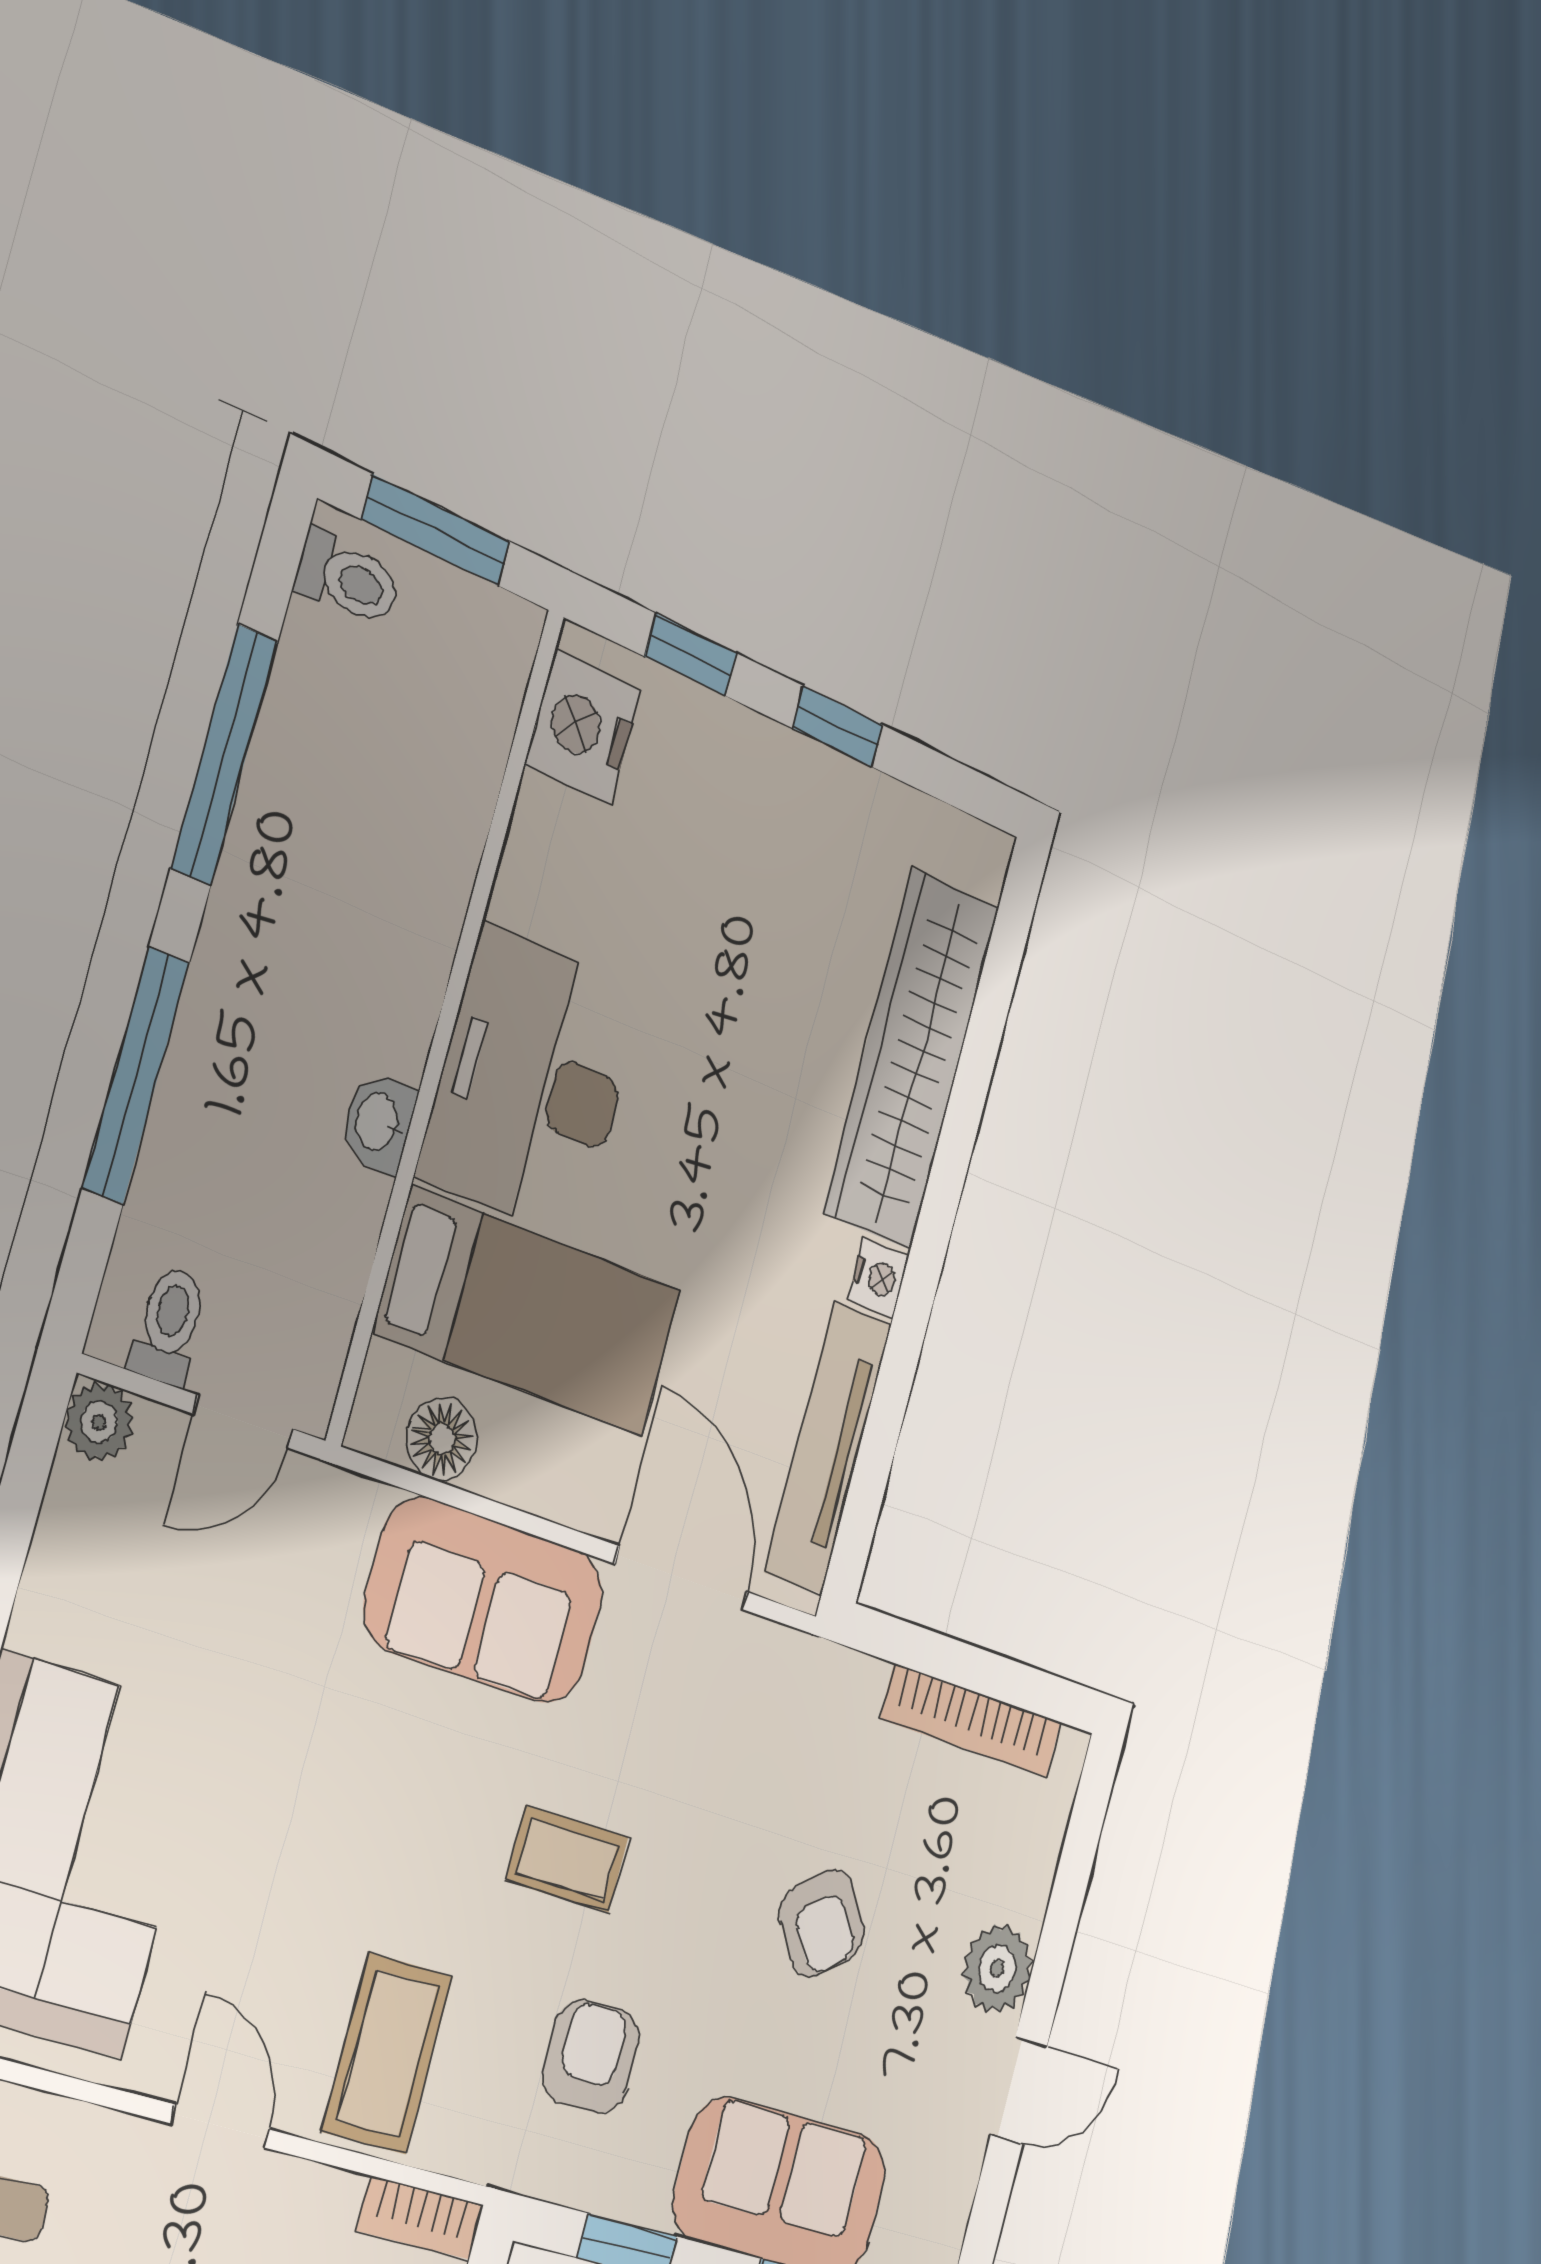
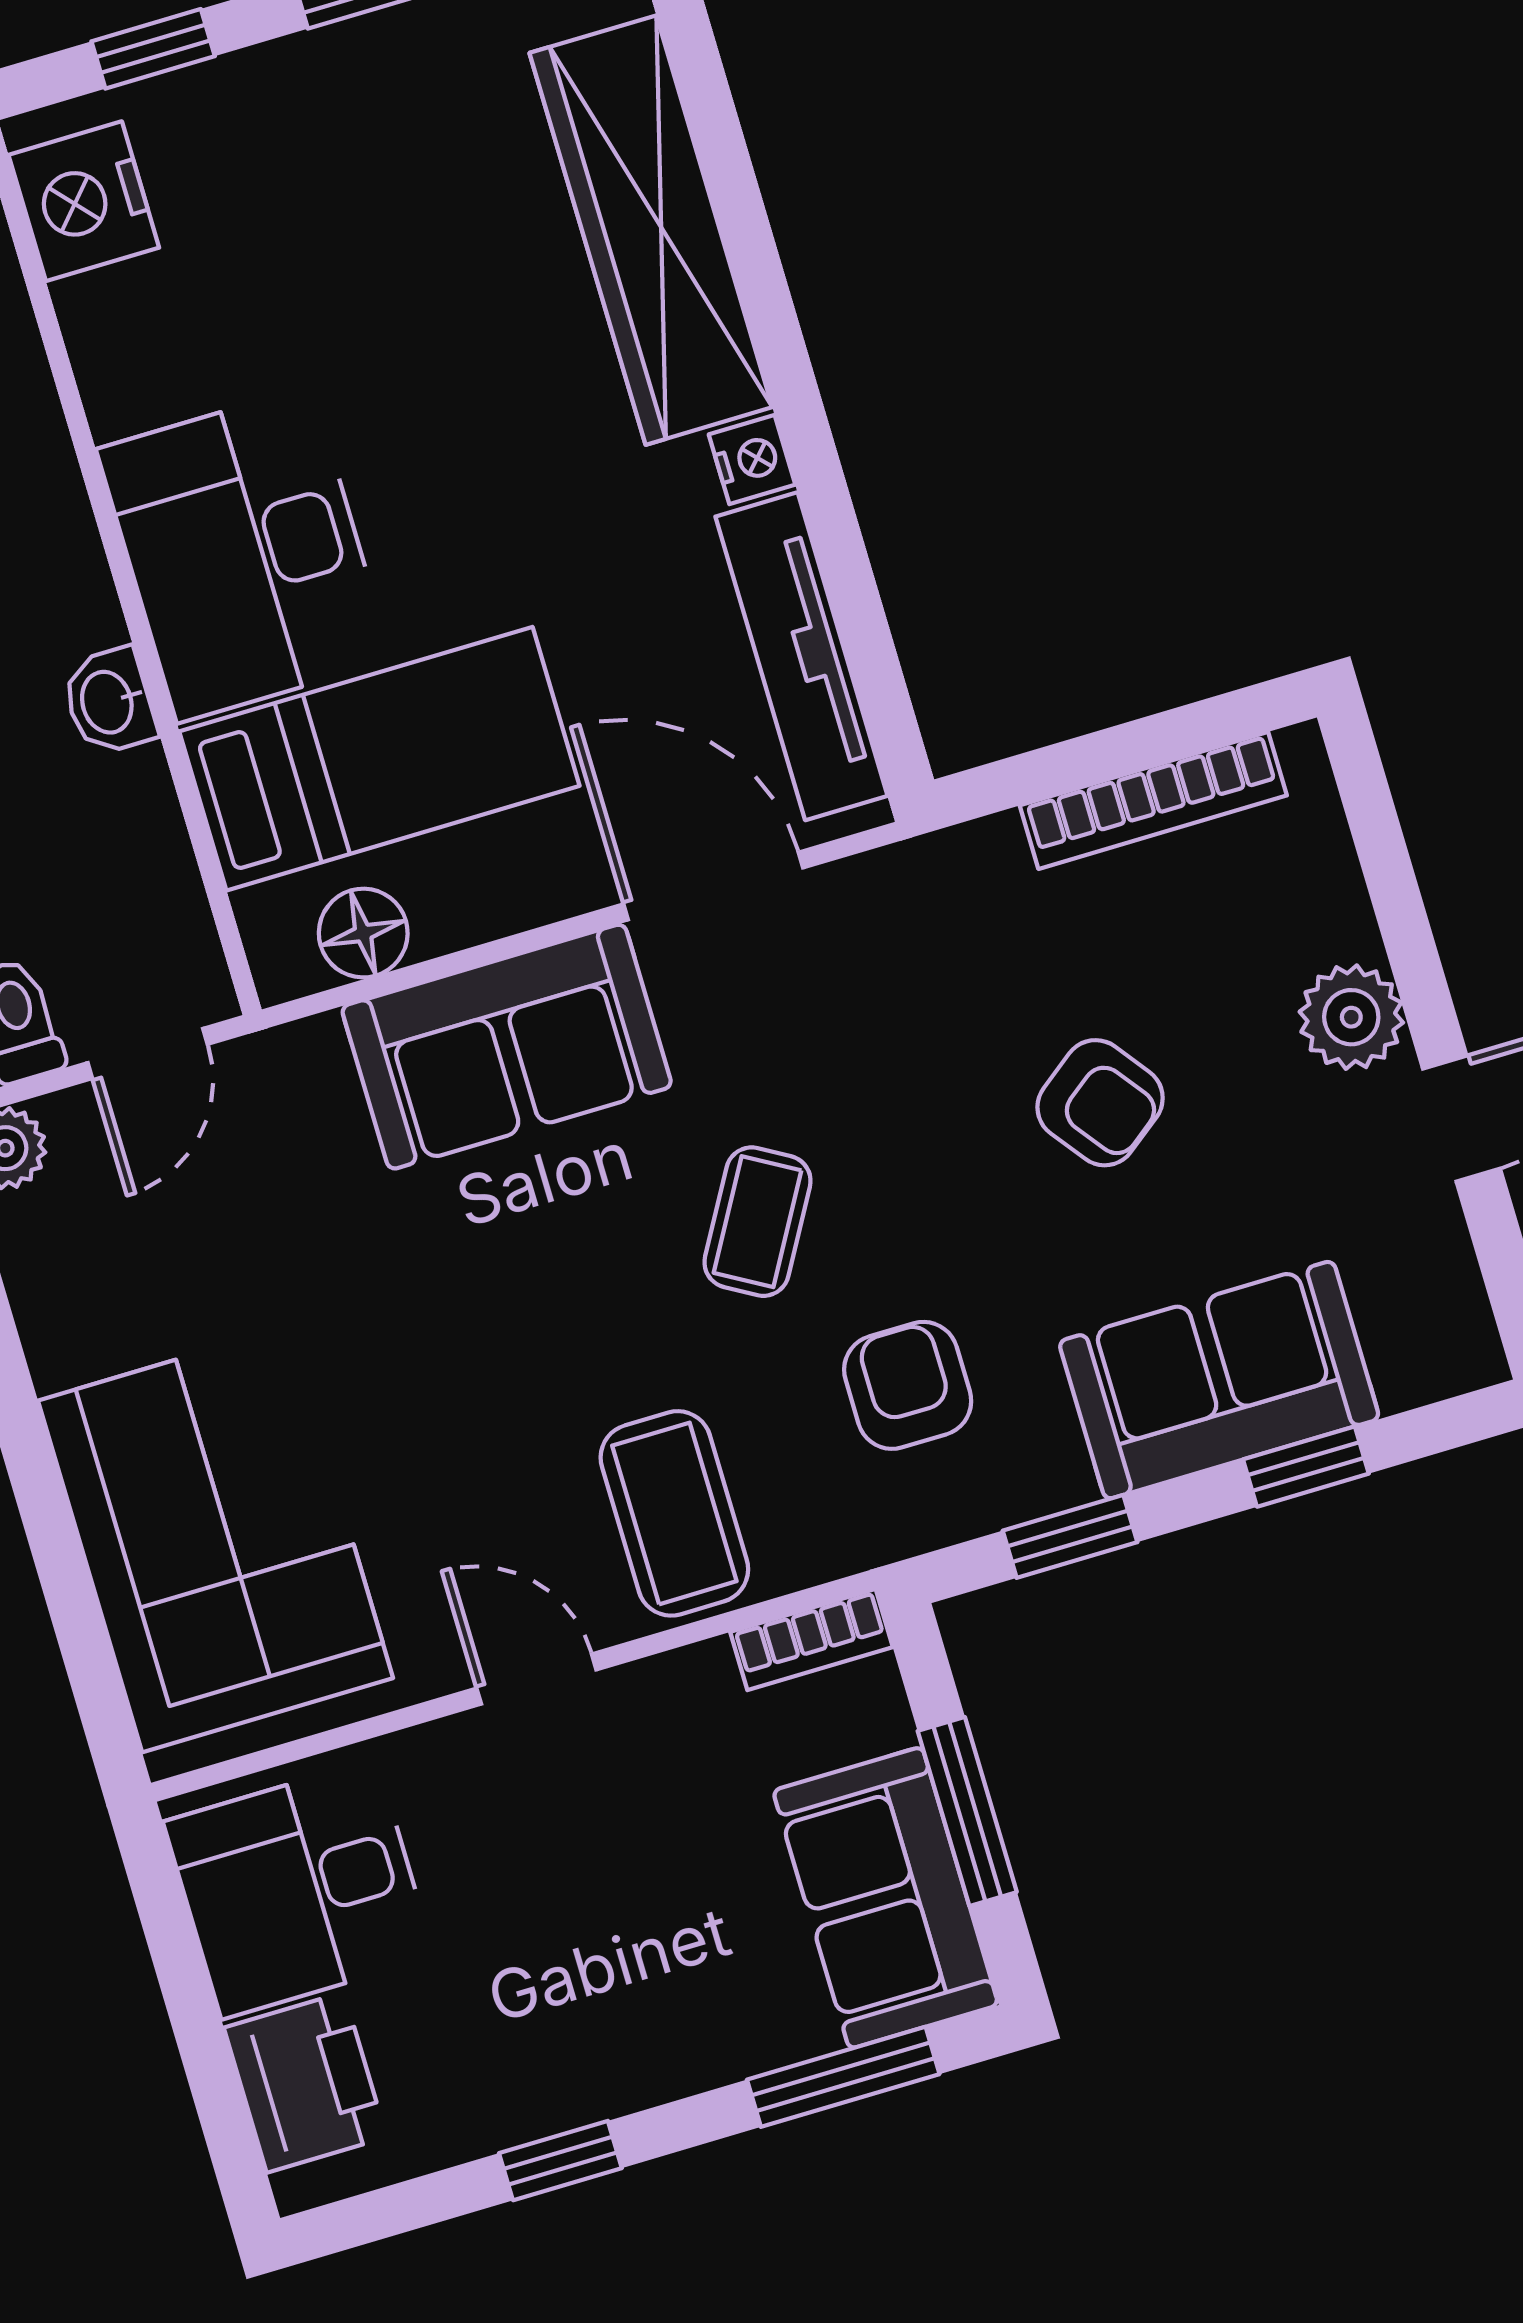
coffee table: (567, 1859) -> (758, 1222), turned -60

